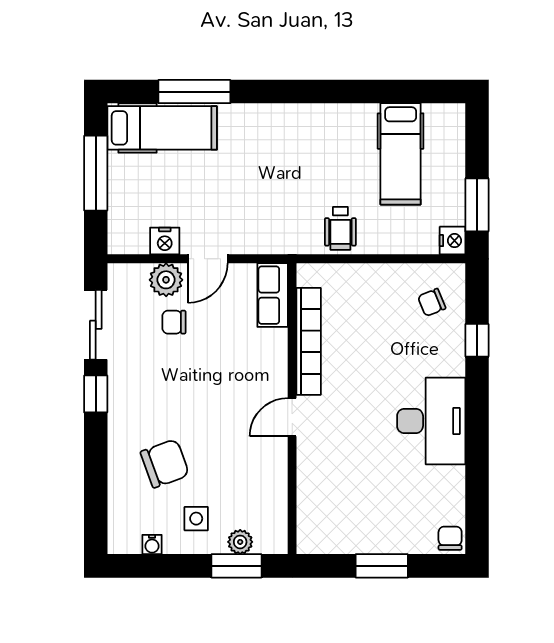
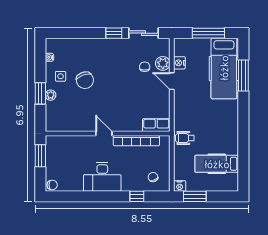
hospital bed: (162, 128) -> (224, 68), width x1.37, depth x1.29
row of seats: (273, 295) -> (156, 125), moved
bookcase: (309, 341) -> (136, 141), moved
wall: (292, 409) -> (108, 134), moved
door: (292, 417) -> (104, 134), moved
chair: (165, 463) -> (85, 80), moved

